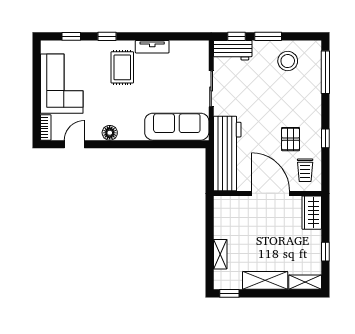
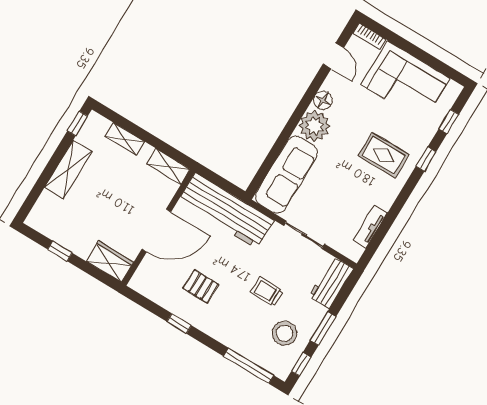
window: (237, 36) -> (301, 364), moved
tv unit: (152, 47) -> (370, 226), moved
plant: (131, 128) -> (315, 126), added
trolley: (305, 170) -> (267, 292), moved
shelving: (305, 282) -> (168, 166), moved, turned 90

